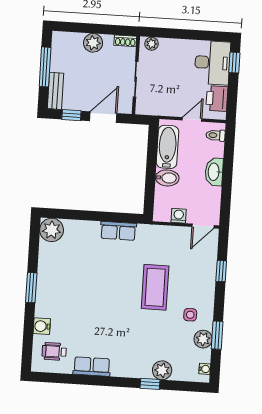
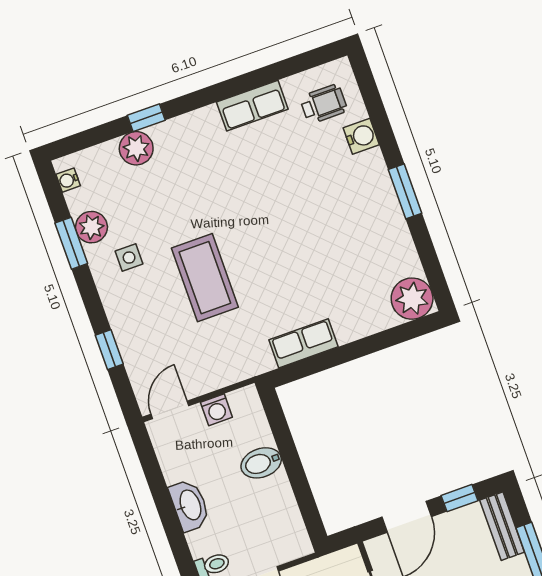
bathtub: (168, 147) -> (282, 513), removed

